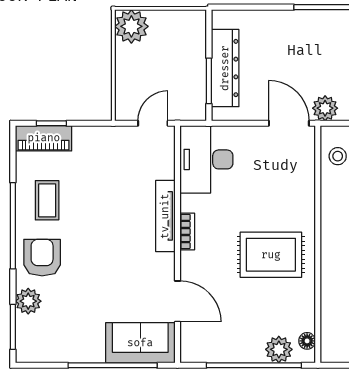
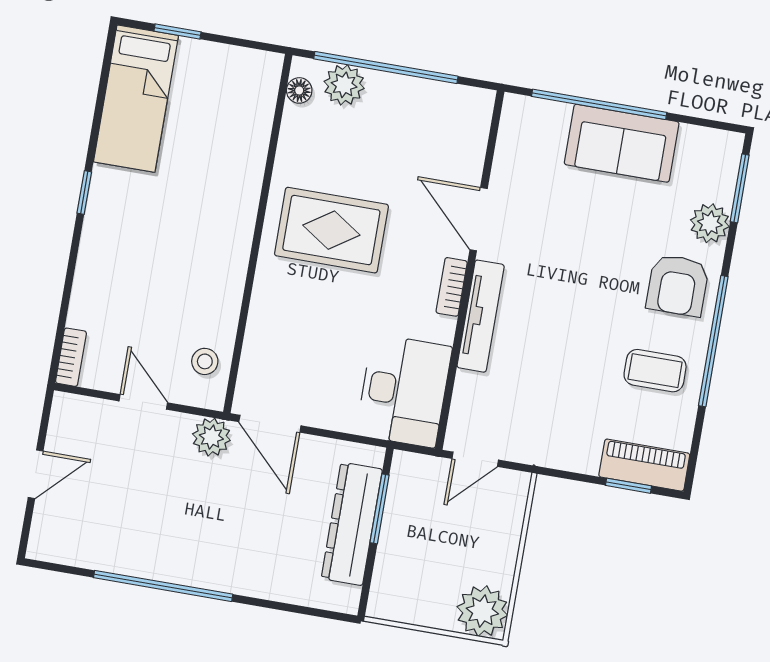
coffee table: (47, 200) -> (655, 371), turned 90
door: (177, 301) -> (479, 219), moved
sofa: (140, 343) -> (622, 143), moved

